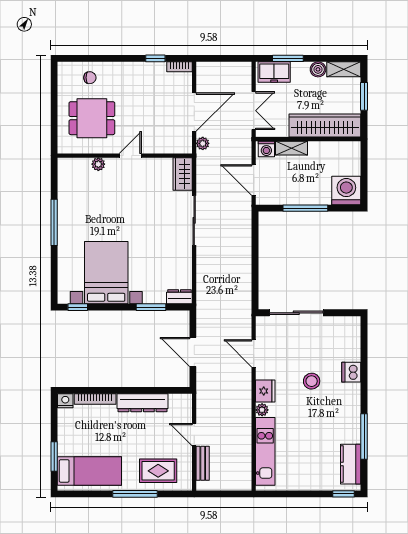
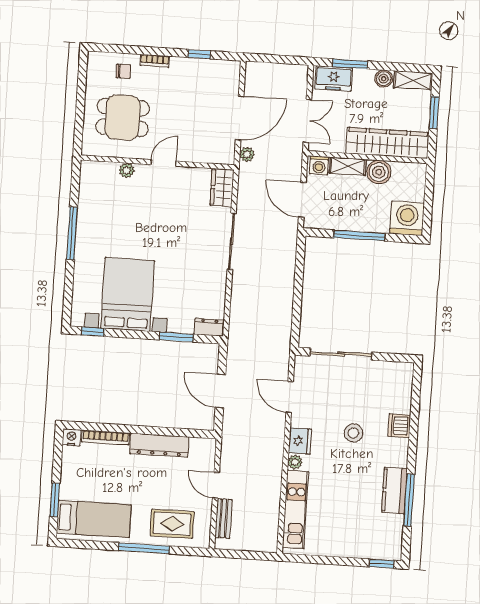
bookcase: (180, 67) -> (155, 61), moved
boiler: (319, 151) -> (379, 172), added
kitchen counter: (351, 464) -> (394, 491), moved

